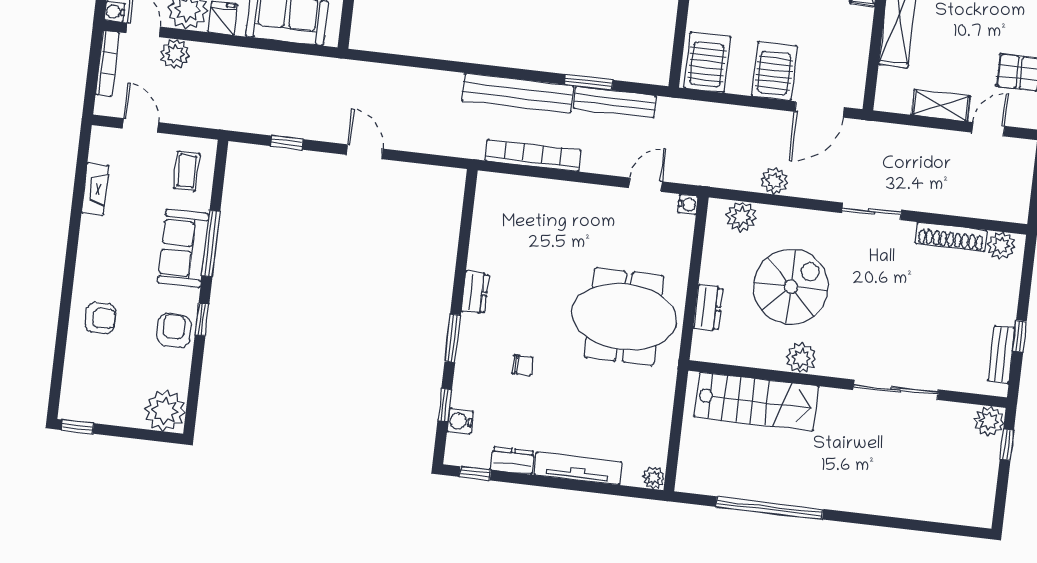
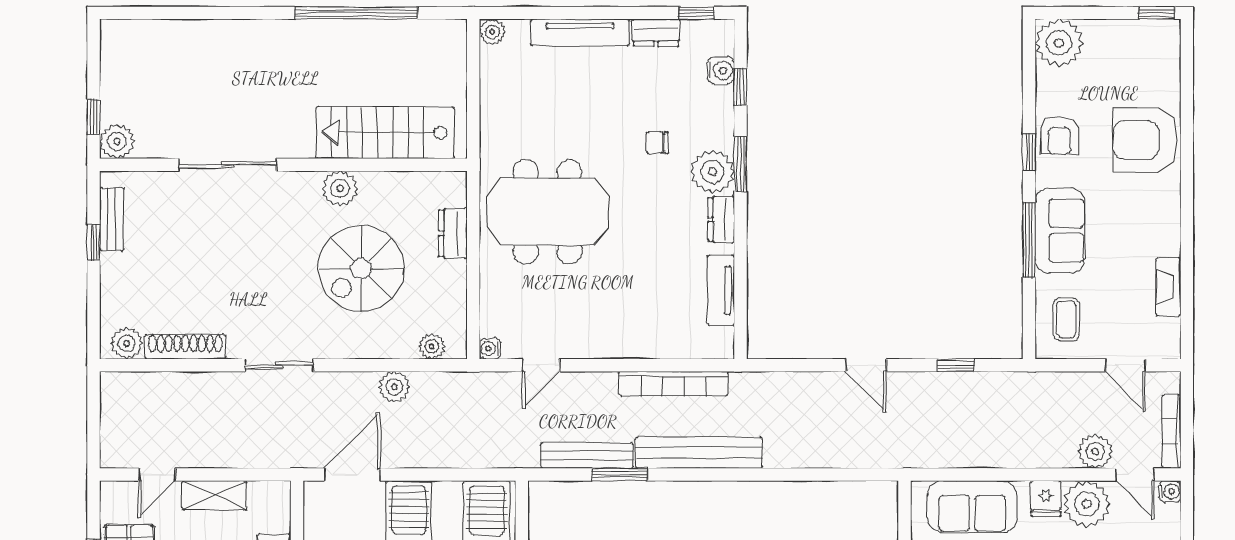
plant: (741, 217) -> (432, 346), width x0.73, depth x0.73
tv unit: (482, 231) -> (721, 290), added
armchair: (100, 318) -> (1145, 140), width x1.88, depth x1.88
plant: (477, 335) -> (713, 172), added

